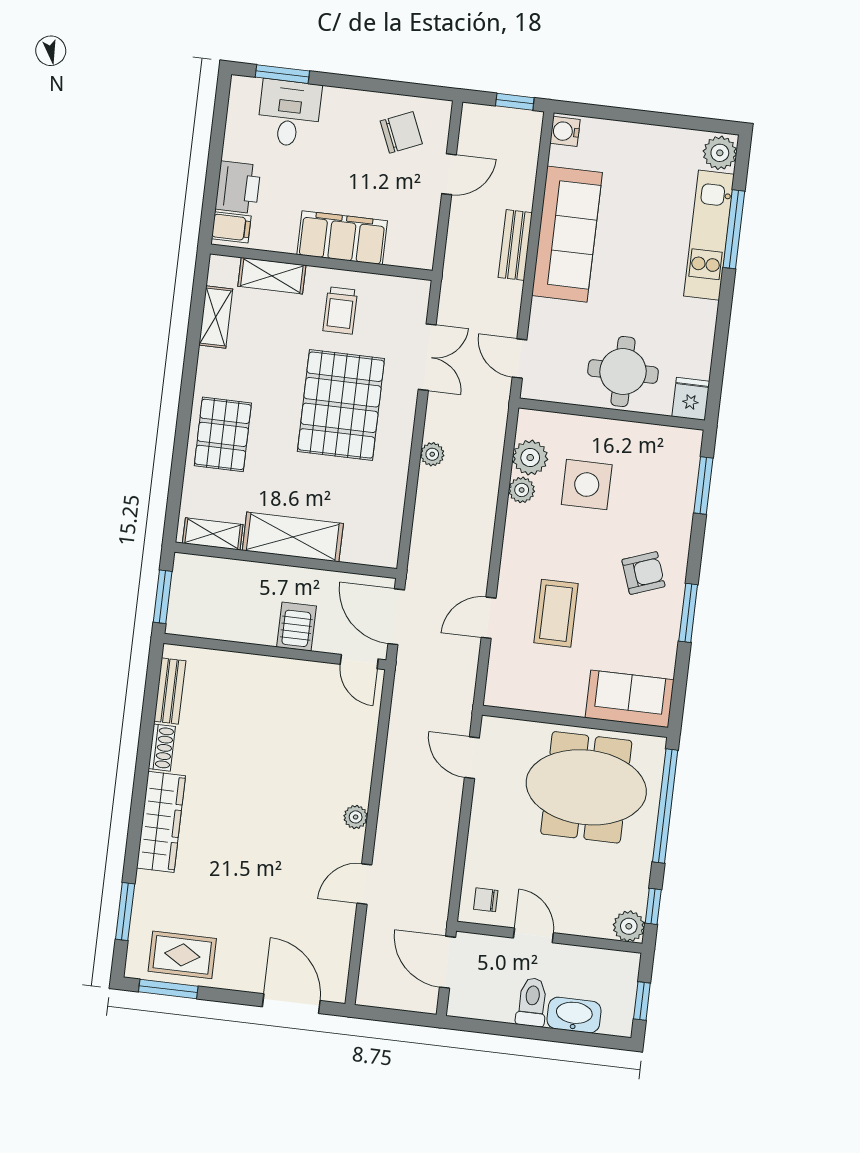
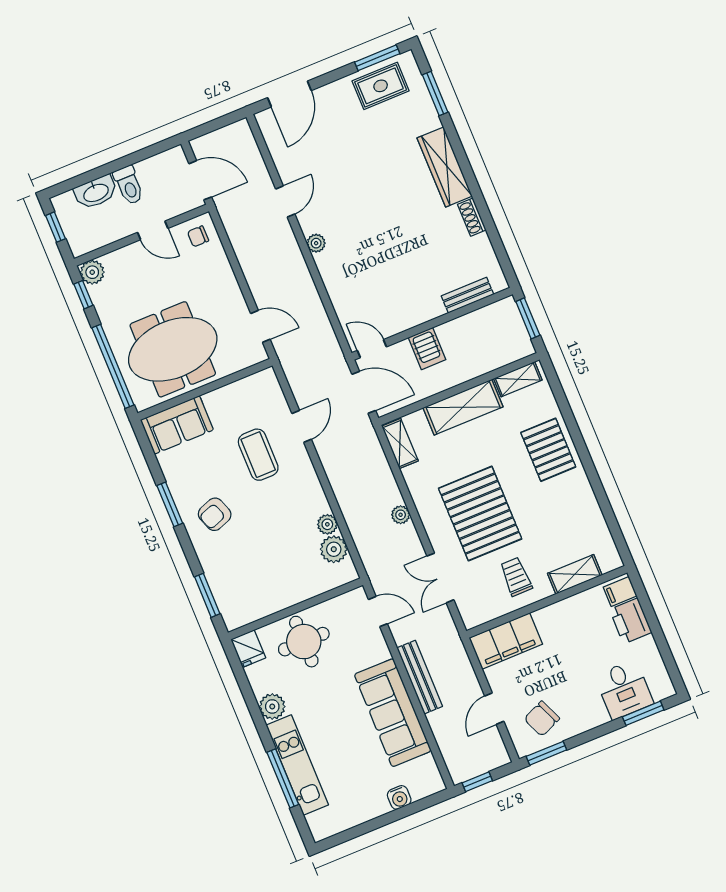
window: (418, 90) -> (546, 753), added
water cooler: (565, 131) -> (399, 797), moved, turned 90
plant: (720, 153) -> (272, 706), moved
filing cabinet: (342, 238) -> (506, 641), moved
bench: (515, 245) -> (420, 677), width x1.36
shelving: (216, 317) -> (400, 444), moved
side table: (587, 485) -> (286, 552), removed
bench: (170, 691) -> (467, 295), moved, turned 90
chair: (486, 900) -> (198, 236), turned 180
door: (291, 1004) -> (289, 94), hinge flipped

